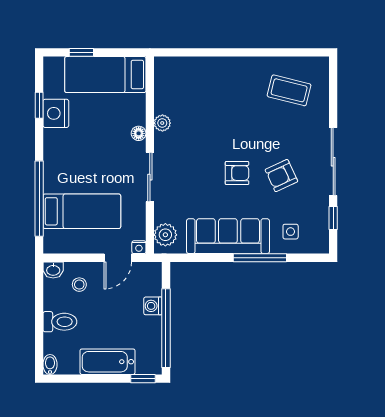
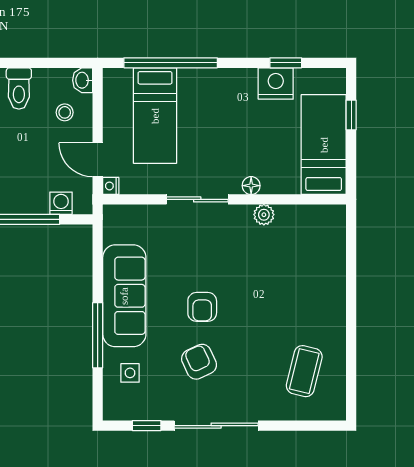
plant: (165, 235) -> (126, 219), removed
washing machine: (153, 306) -> (61, 203), moved

